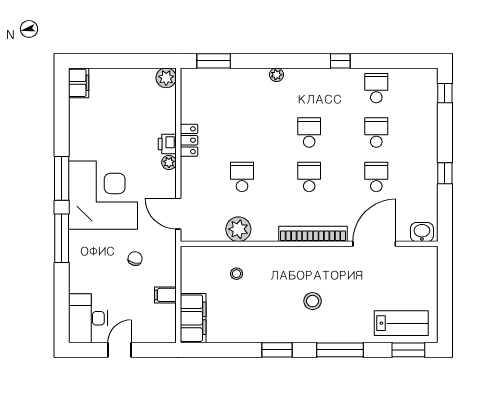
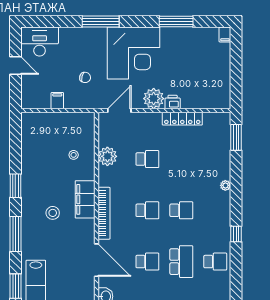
plant: (166, 78) -> (223, 101), removed
filing cabinet: (79, 83) -> (225, 34), width x0.50
school desk: (376, 133) -> (181, 262), width x1.85
locker: (189, 140) -> (182, 119), width x1.53
plant: (169, 162) -> (154, 99), width x1.88, depth x1.88
window: (62, 178) -> (176, 21), moved
filing cabinet: (193, 318) -> (85, 199), moved, turned 90

